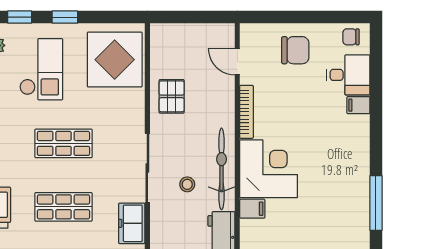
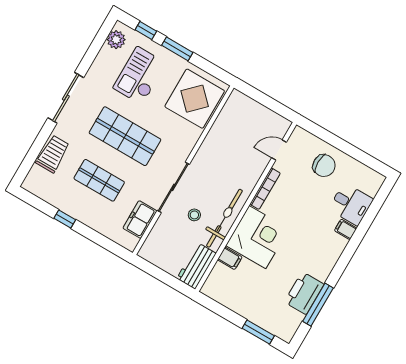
window: (65, 17) -> (177, 49), width x1.50
chair: (351, 37) -> (368, 179), removed
door: (237, 62) -> (279, 150), hinge flipped
checkout: (41, 69) -> (140, 76), turned 180
pallet: (172, 96) -> (219, 147), removed
shop shelf: (63, 143) -> (125, 136), width x1.43, depth x1.36
printer: (354, 199) -> (304, 293), added

